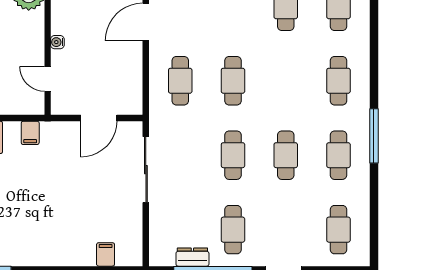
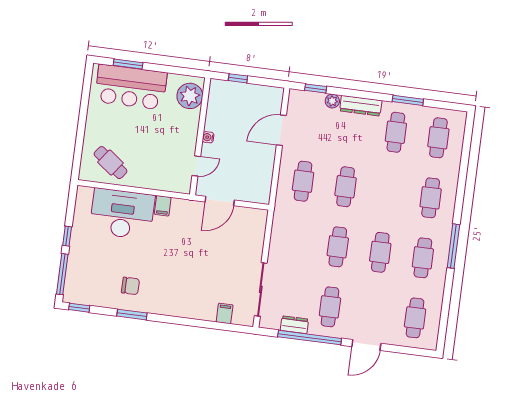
door: (48, 79) -> (196, 166), swing flipped
door: (99, 118) -> (220, 201), moved
filing cabinet: (30, 133) -> (163, 206), moved
sliding door: (146, 170) -> (261, 289), moved

